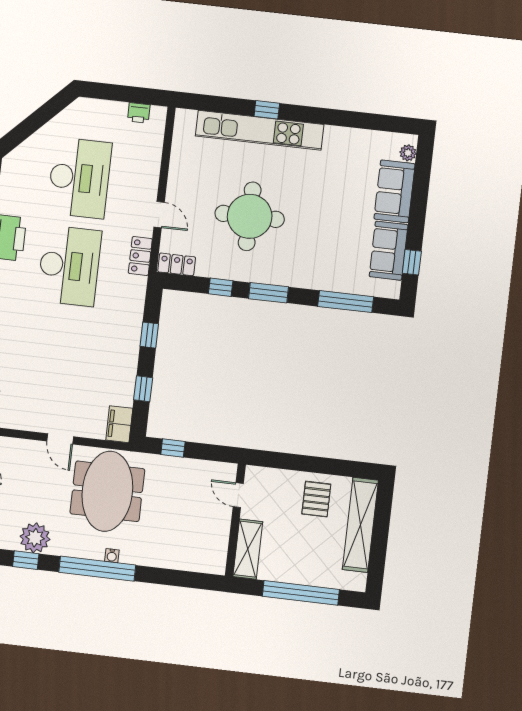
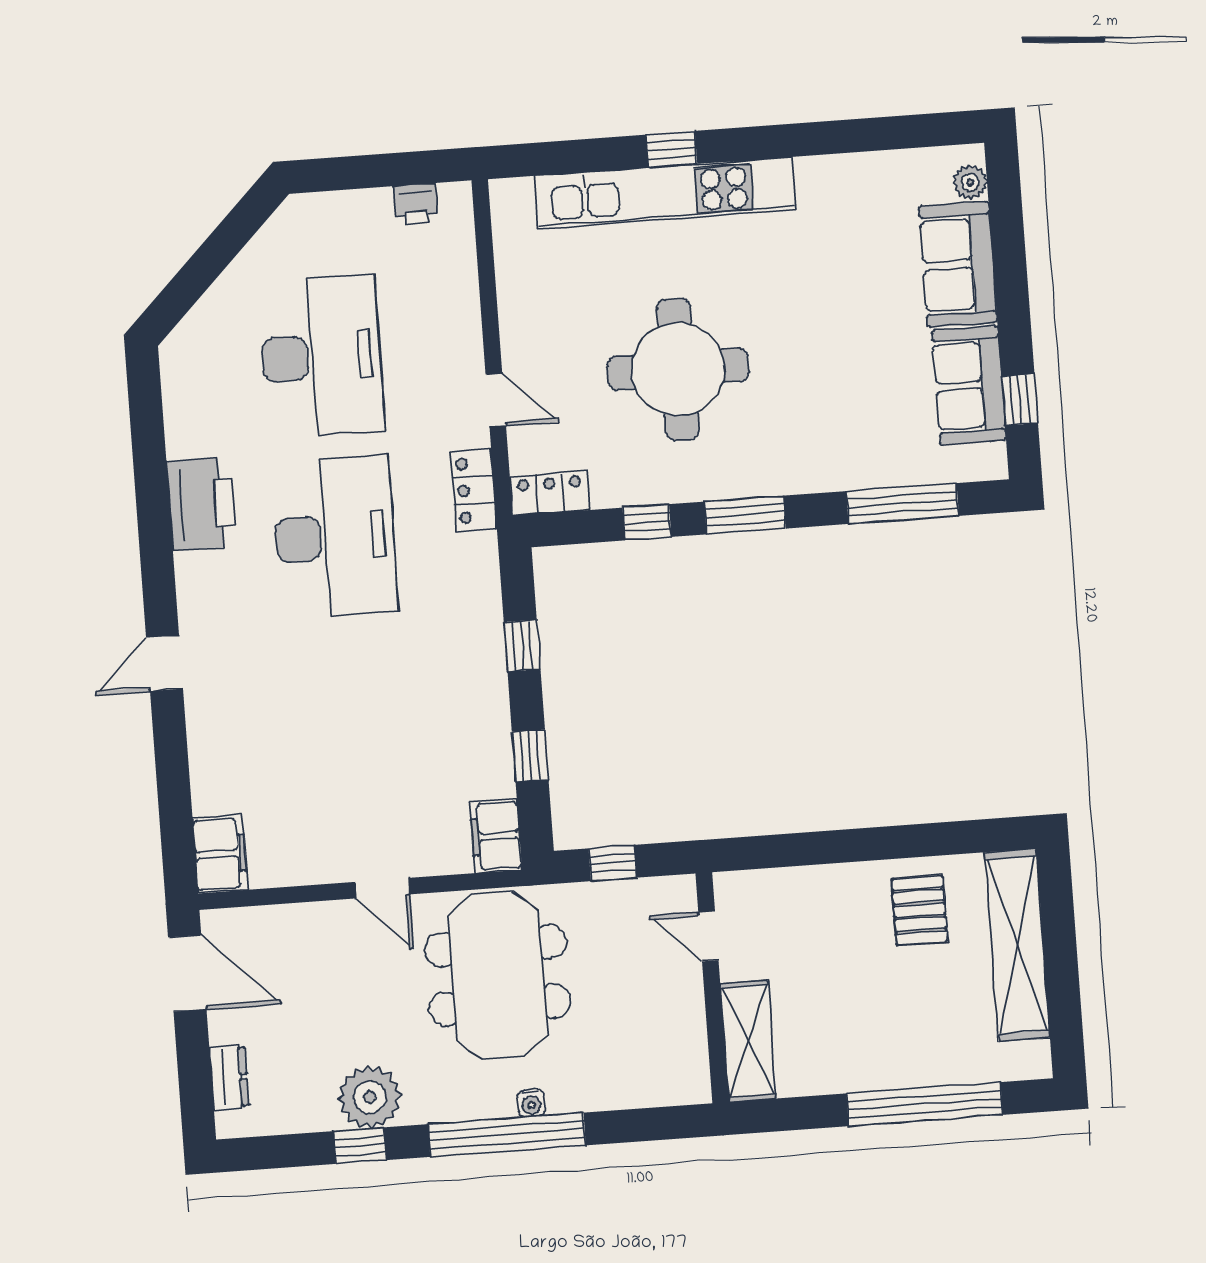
door: (238, 495) -> (708, 936), moved
wall: (235, 520) -> (712, 988), moved
shelving: (248, 549) -> (748, 1041), moved

